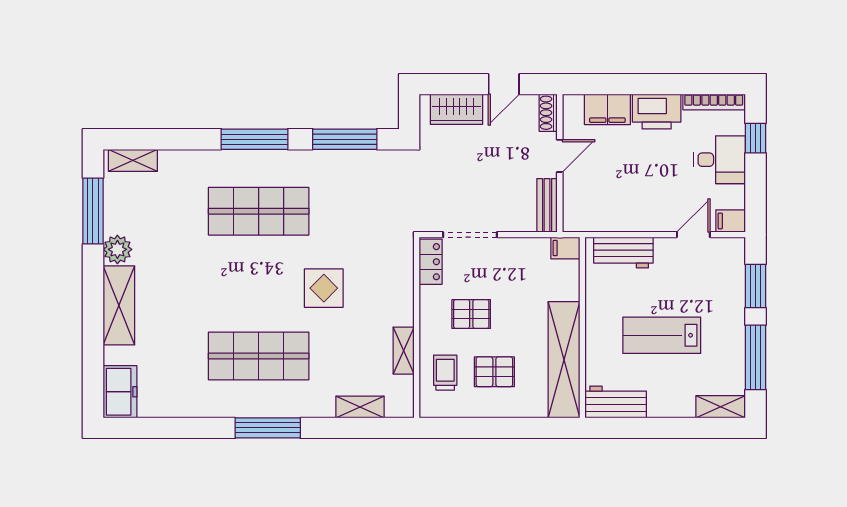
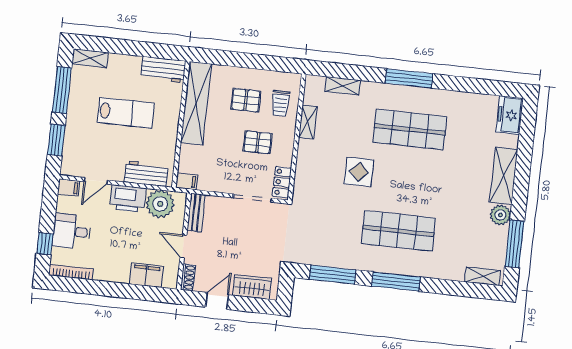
printer: (657, 112) -> (128, 198), moved, turned 180
door: (560, 156) -> (183, 246), hinge flipped
plant: (599, 212) -> (160, 204), added

